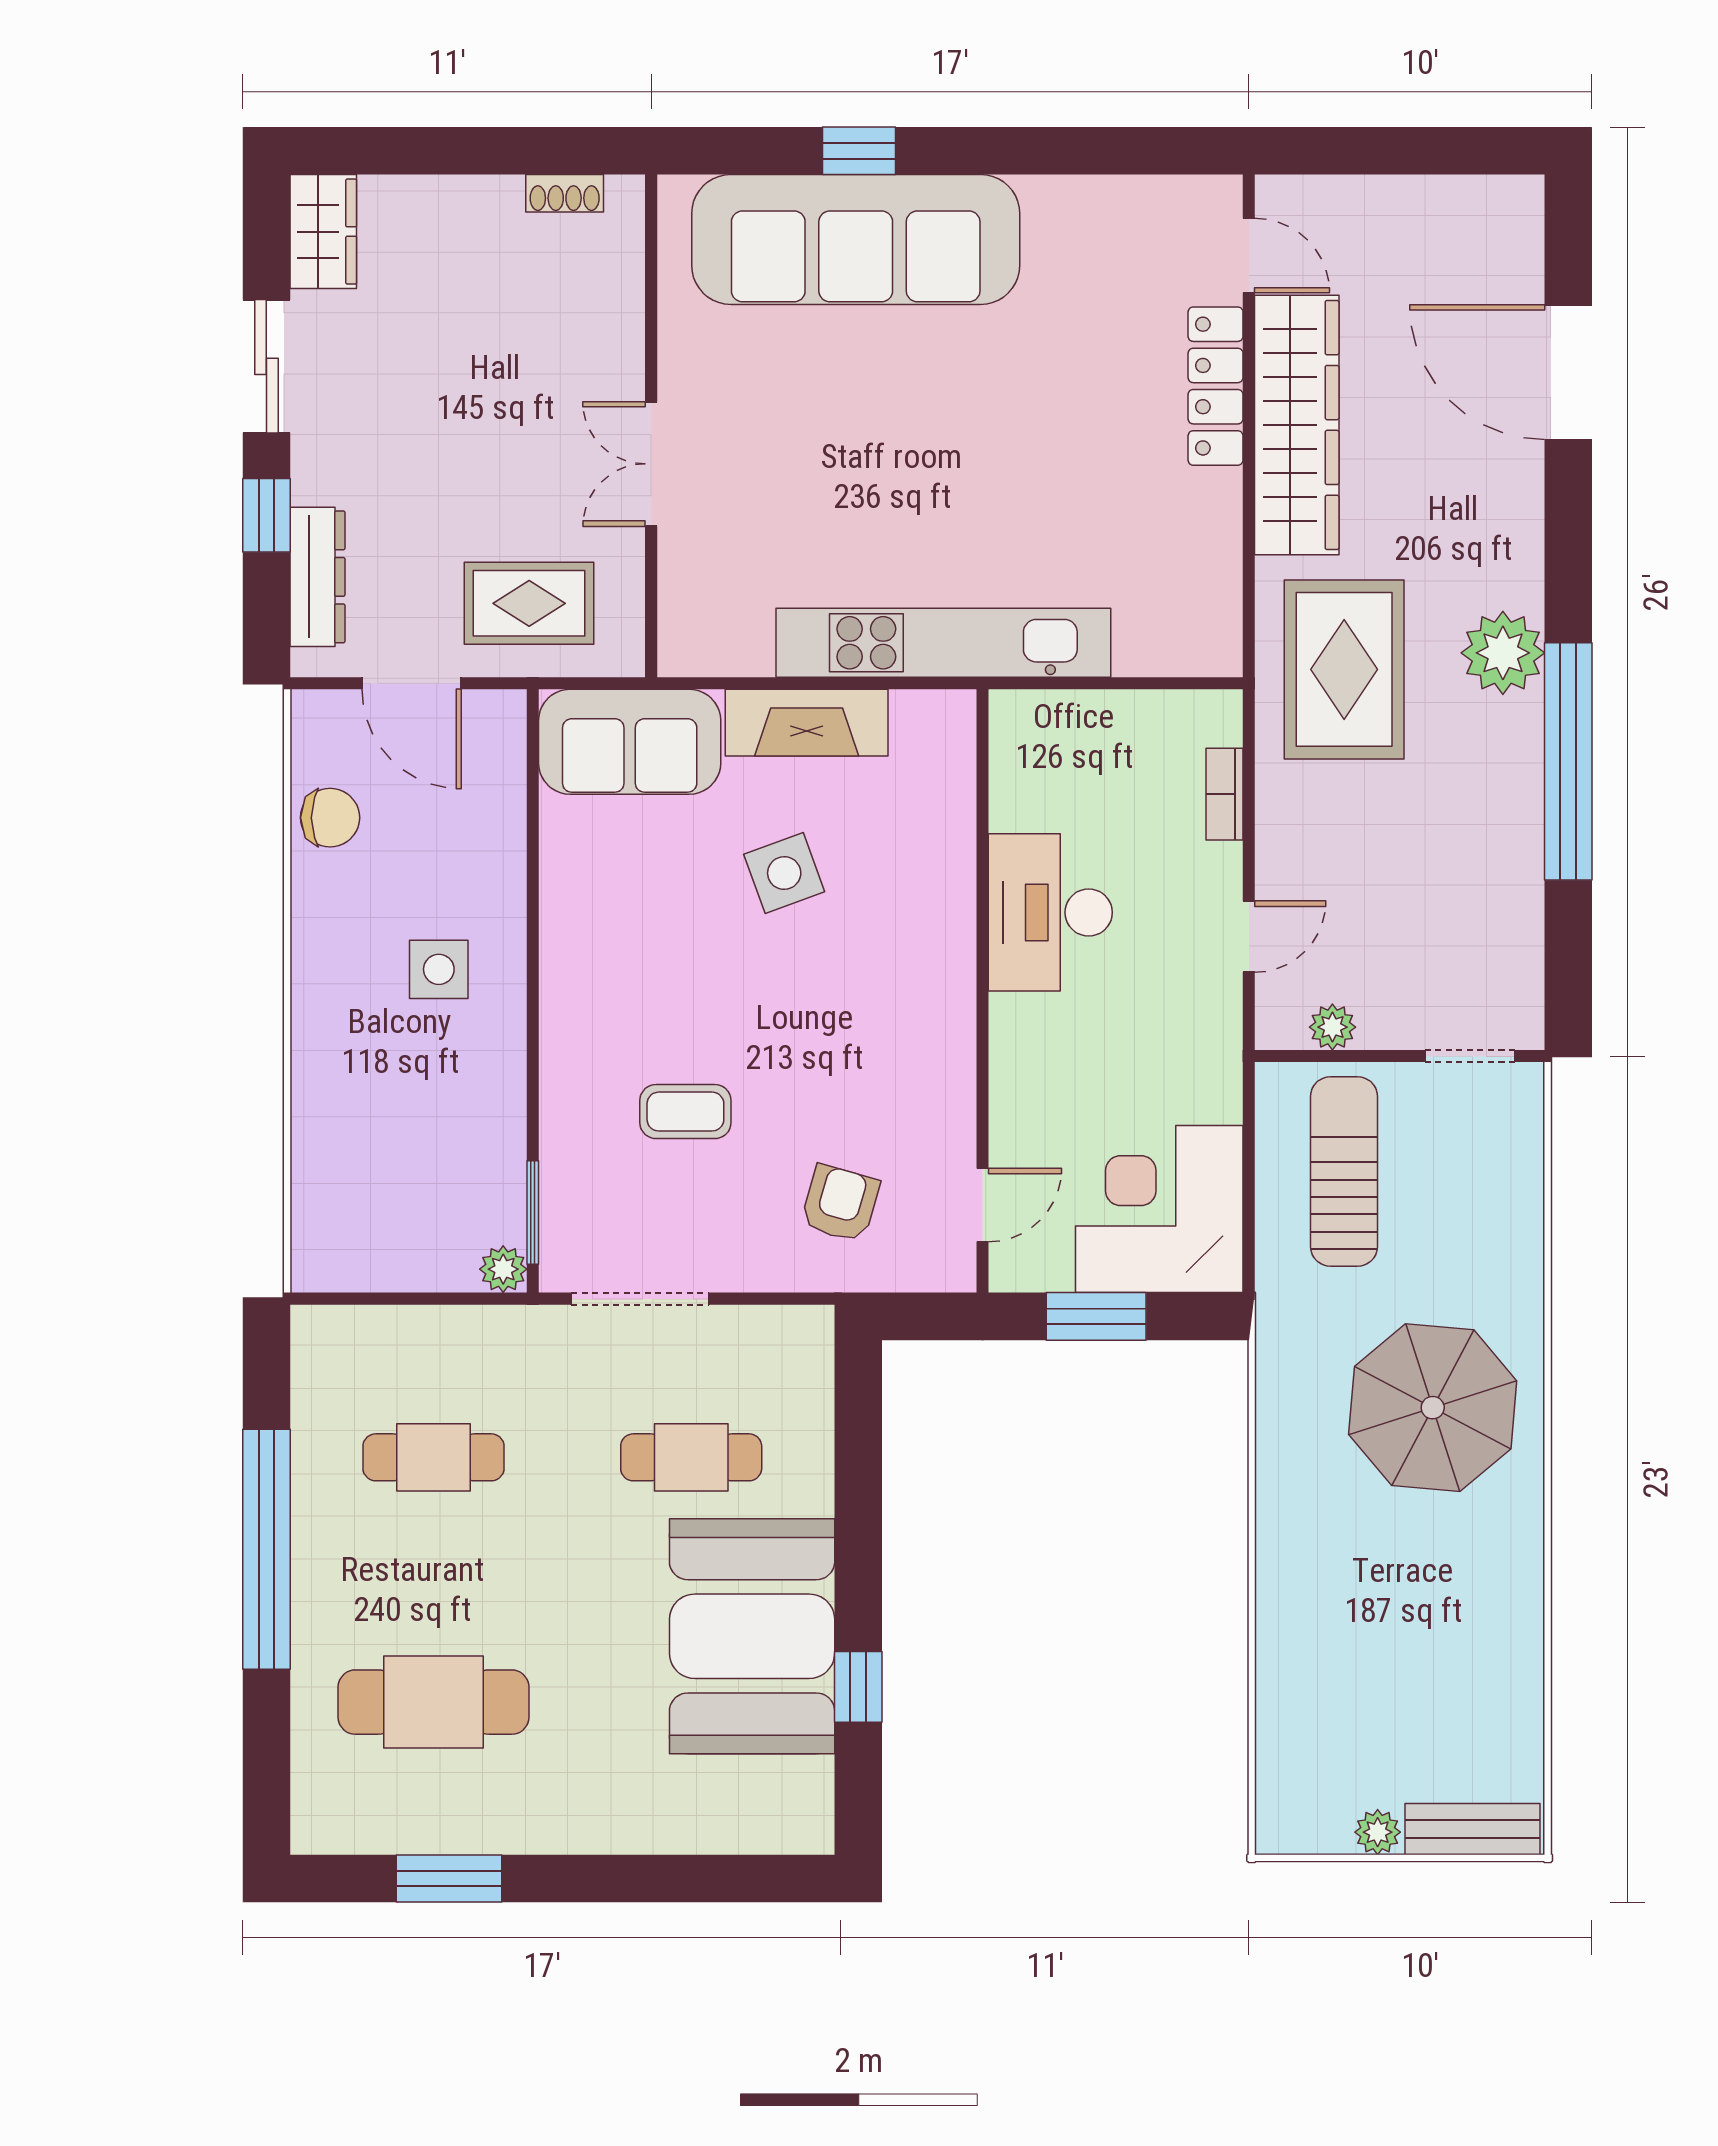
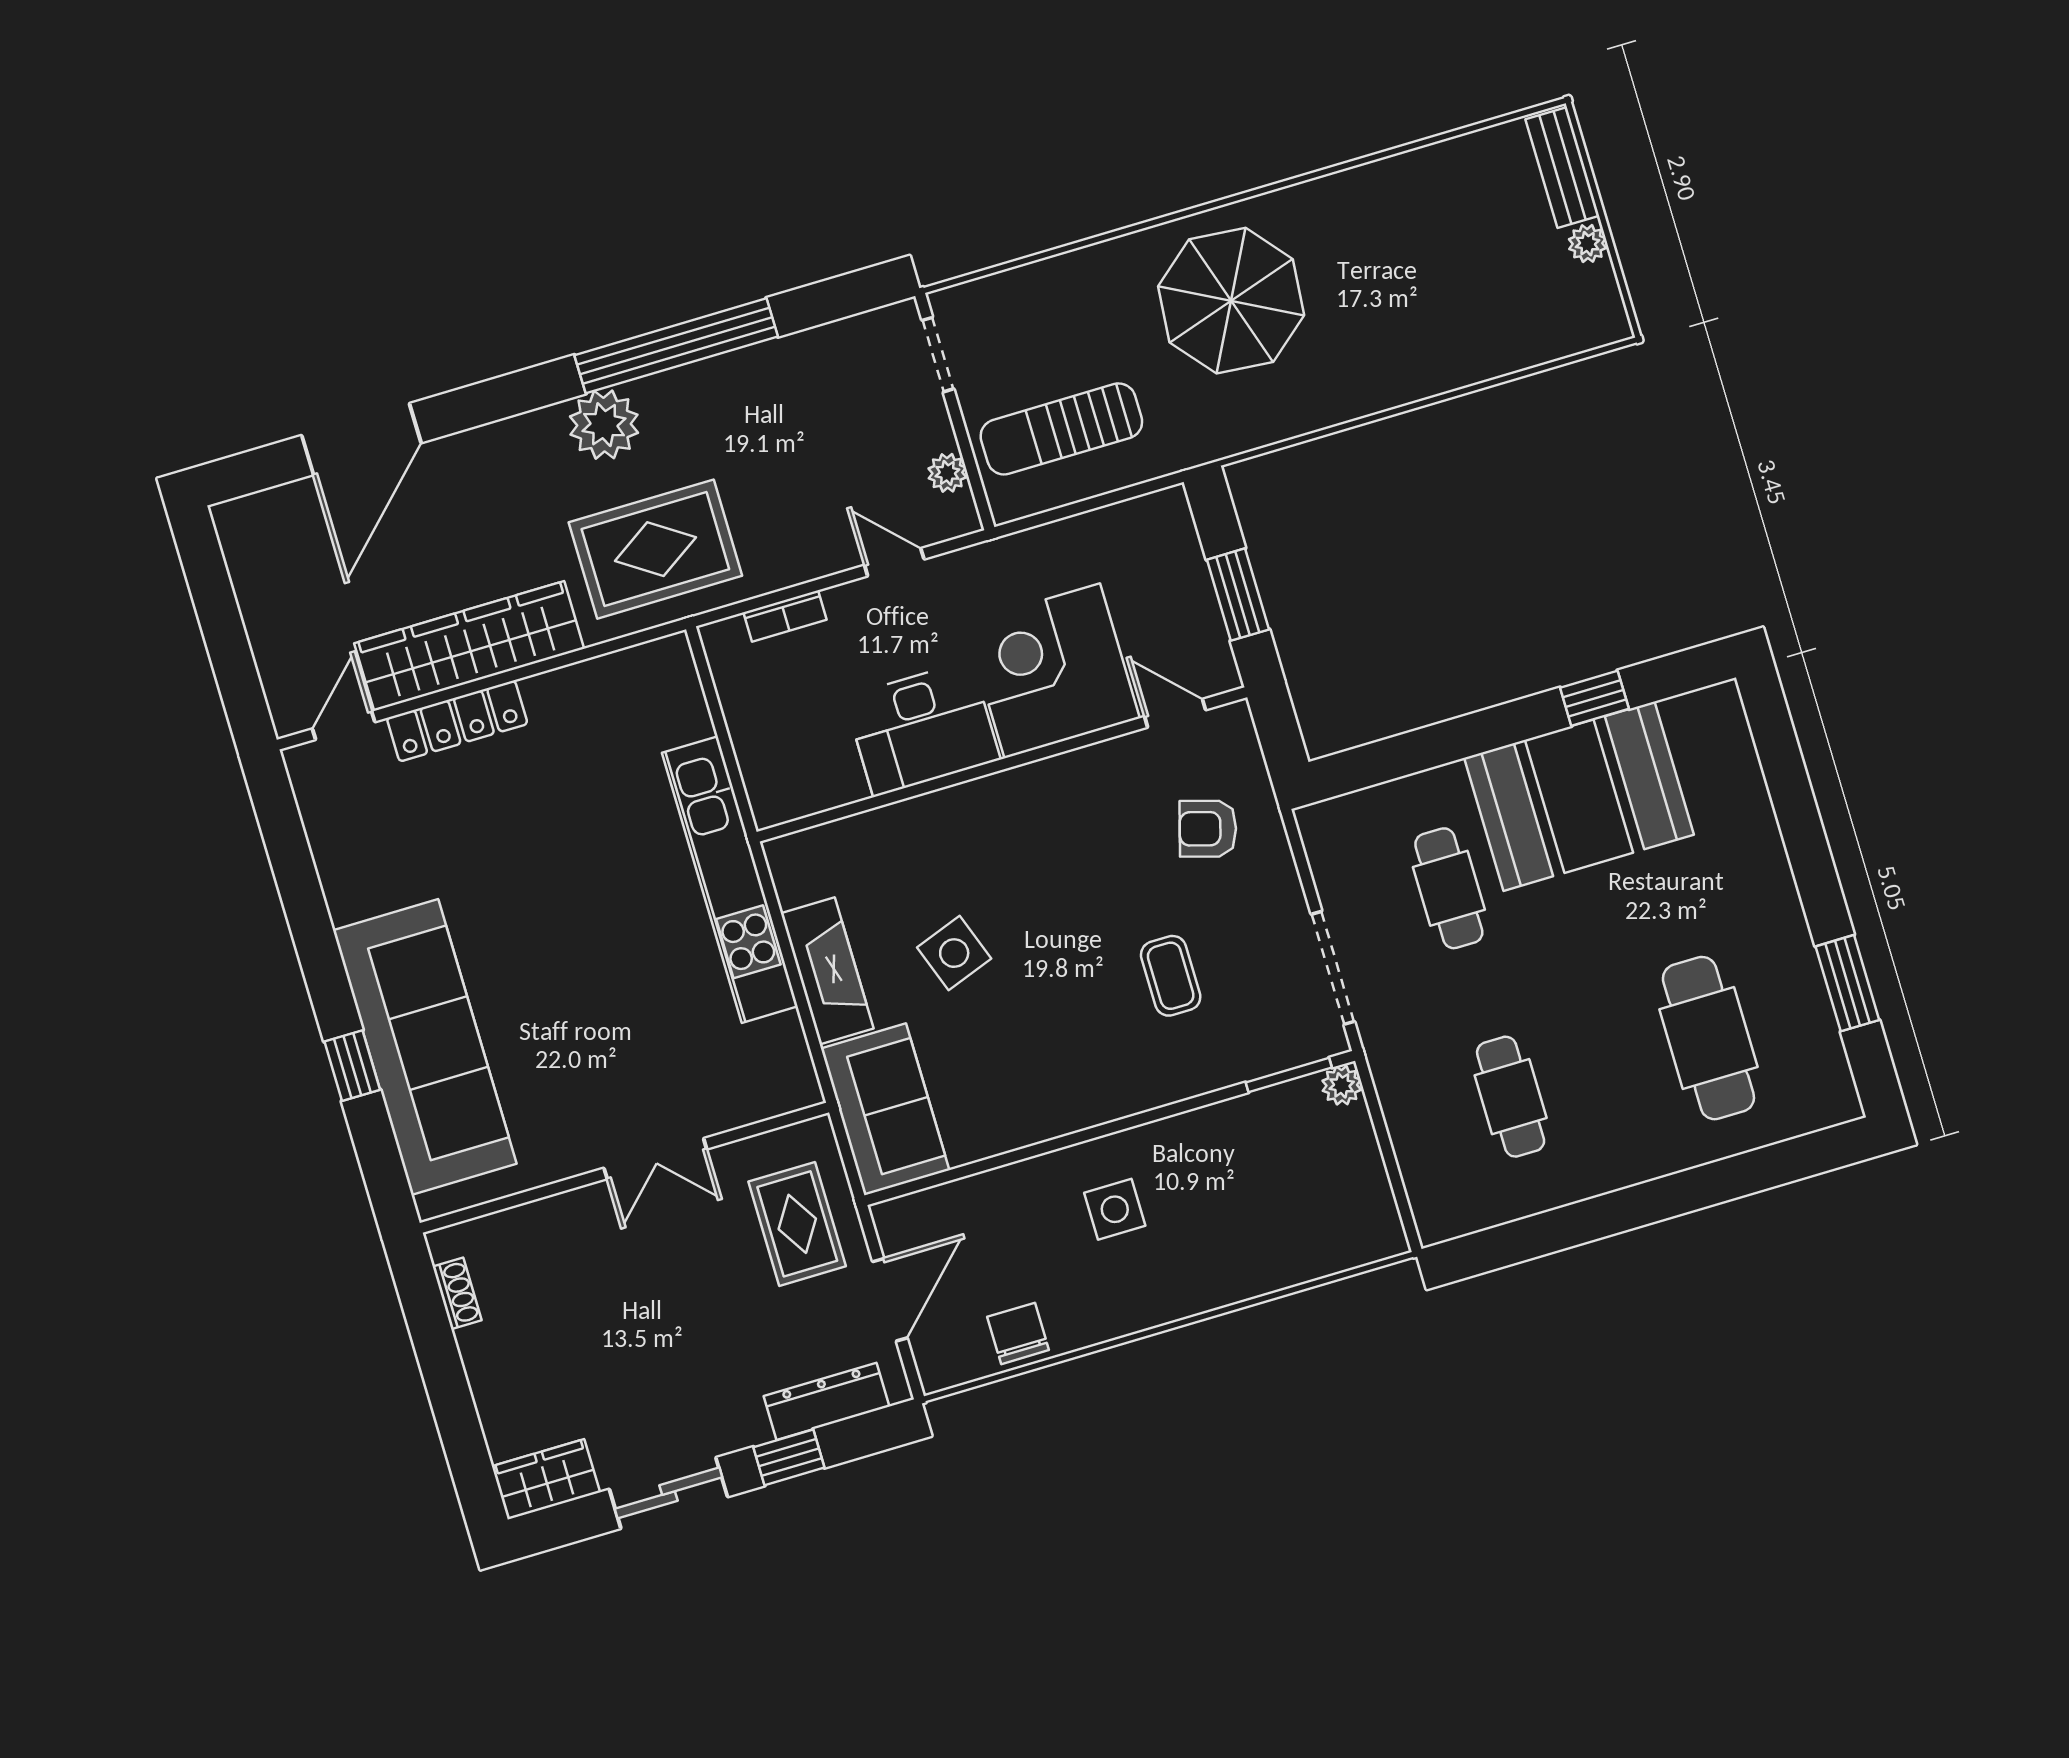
corner desk: (1159, 1209) -> (1052, 671), moved, turned 90
window: (266, 1549) -> (1625, 1210), removed

